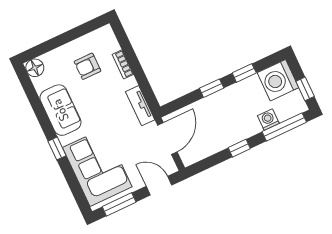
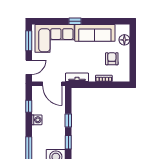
floor lamp: (35, 68) -> (124, 40), moved
sofa: (60, 110) -> (95, 33), width x1.36
washing machine: (268, 120) -> (37, 120), moved
window: (239, 148) -> (29, 106), moved

